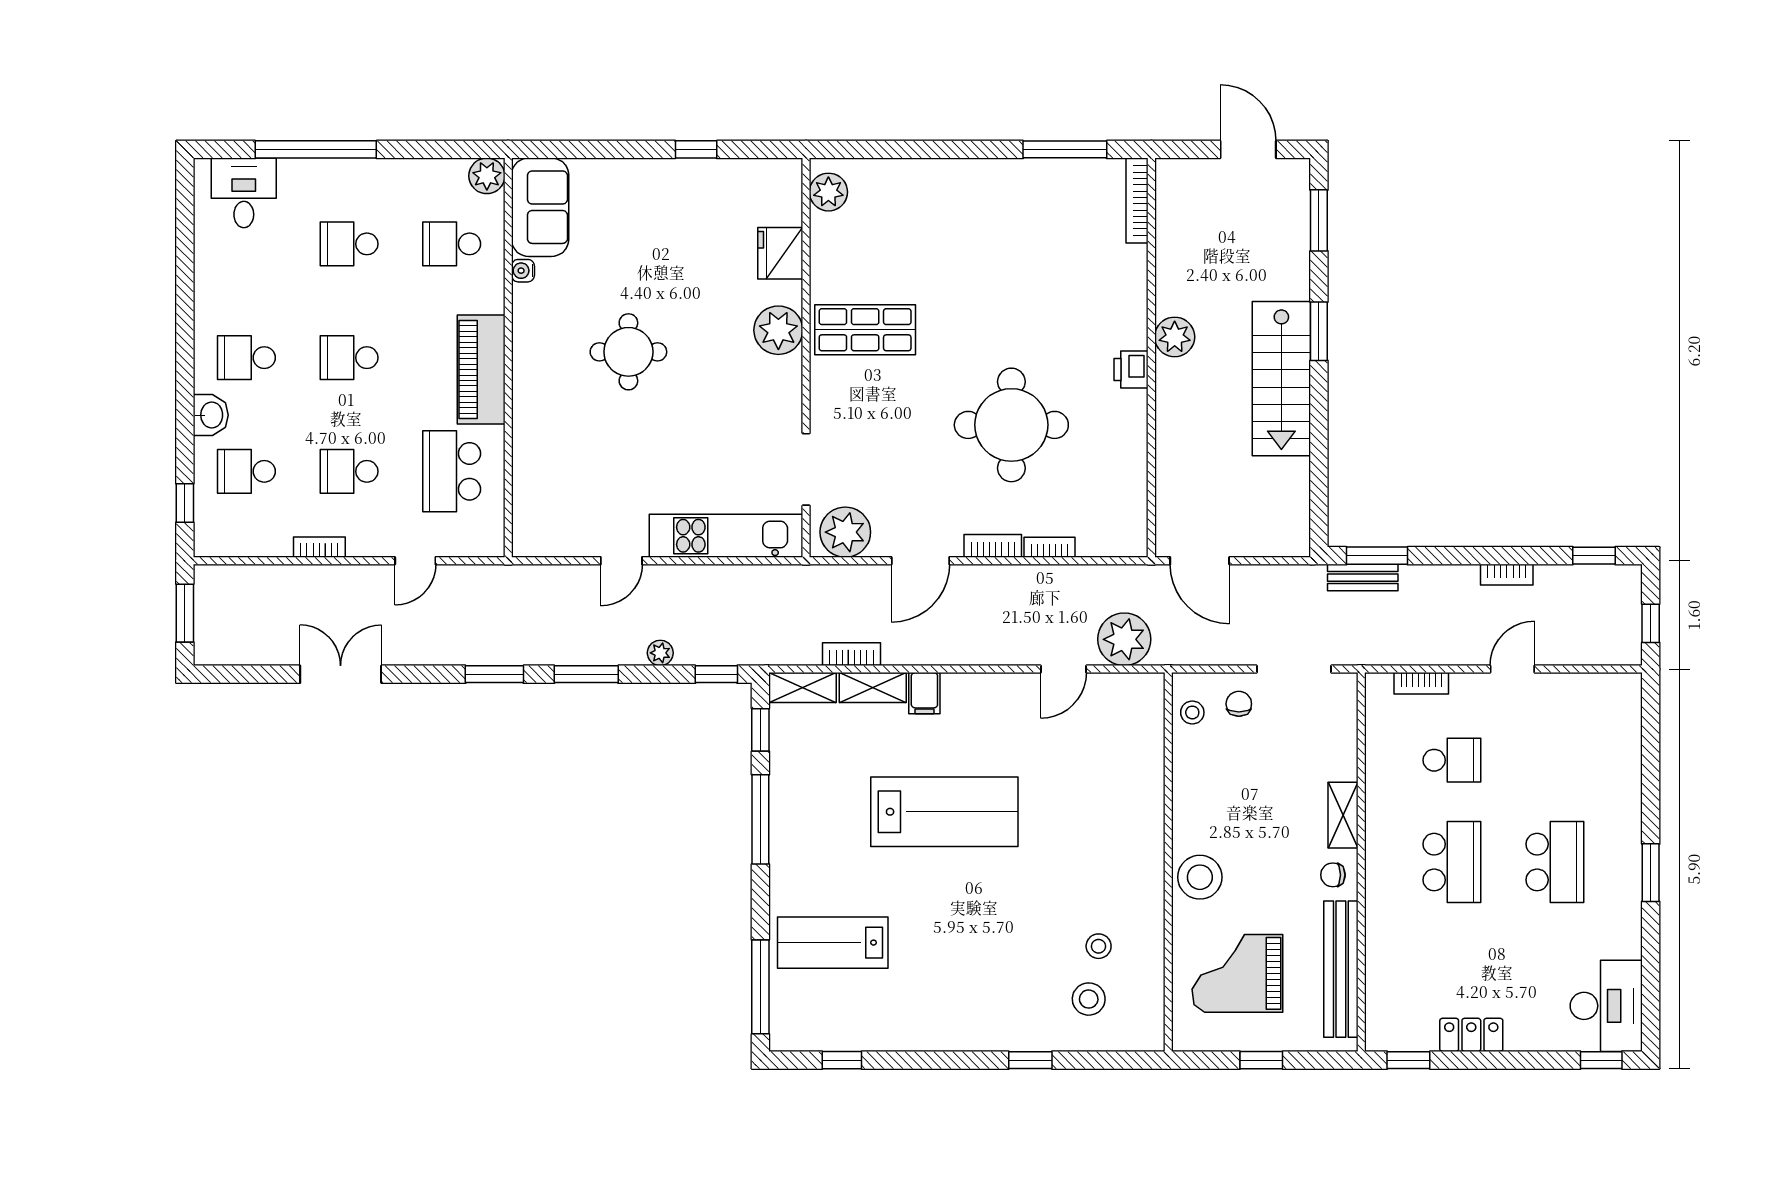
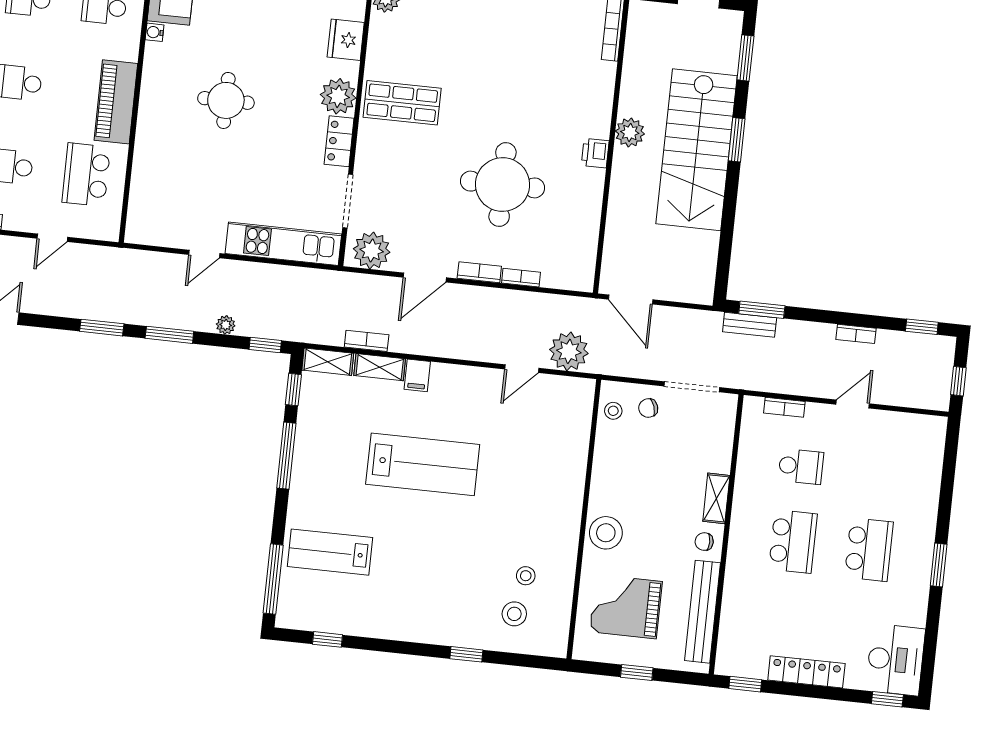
stairs: (1281, 379) -> (697, 150), width x1.36, depth x1.51
locker: (786, 390) -> (339, 141), added
chair: (1239, 704) -> (648, 408), turned -109
locker: (1471, 1035) -> (806, 672), width x1.53

